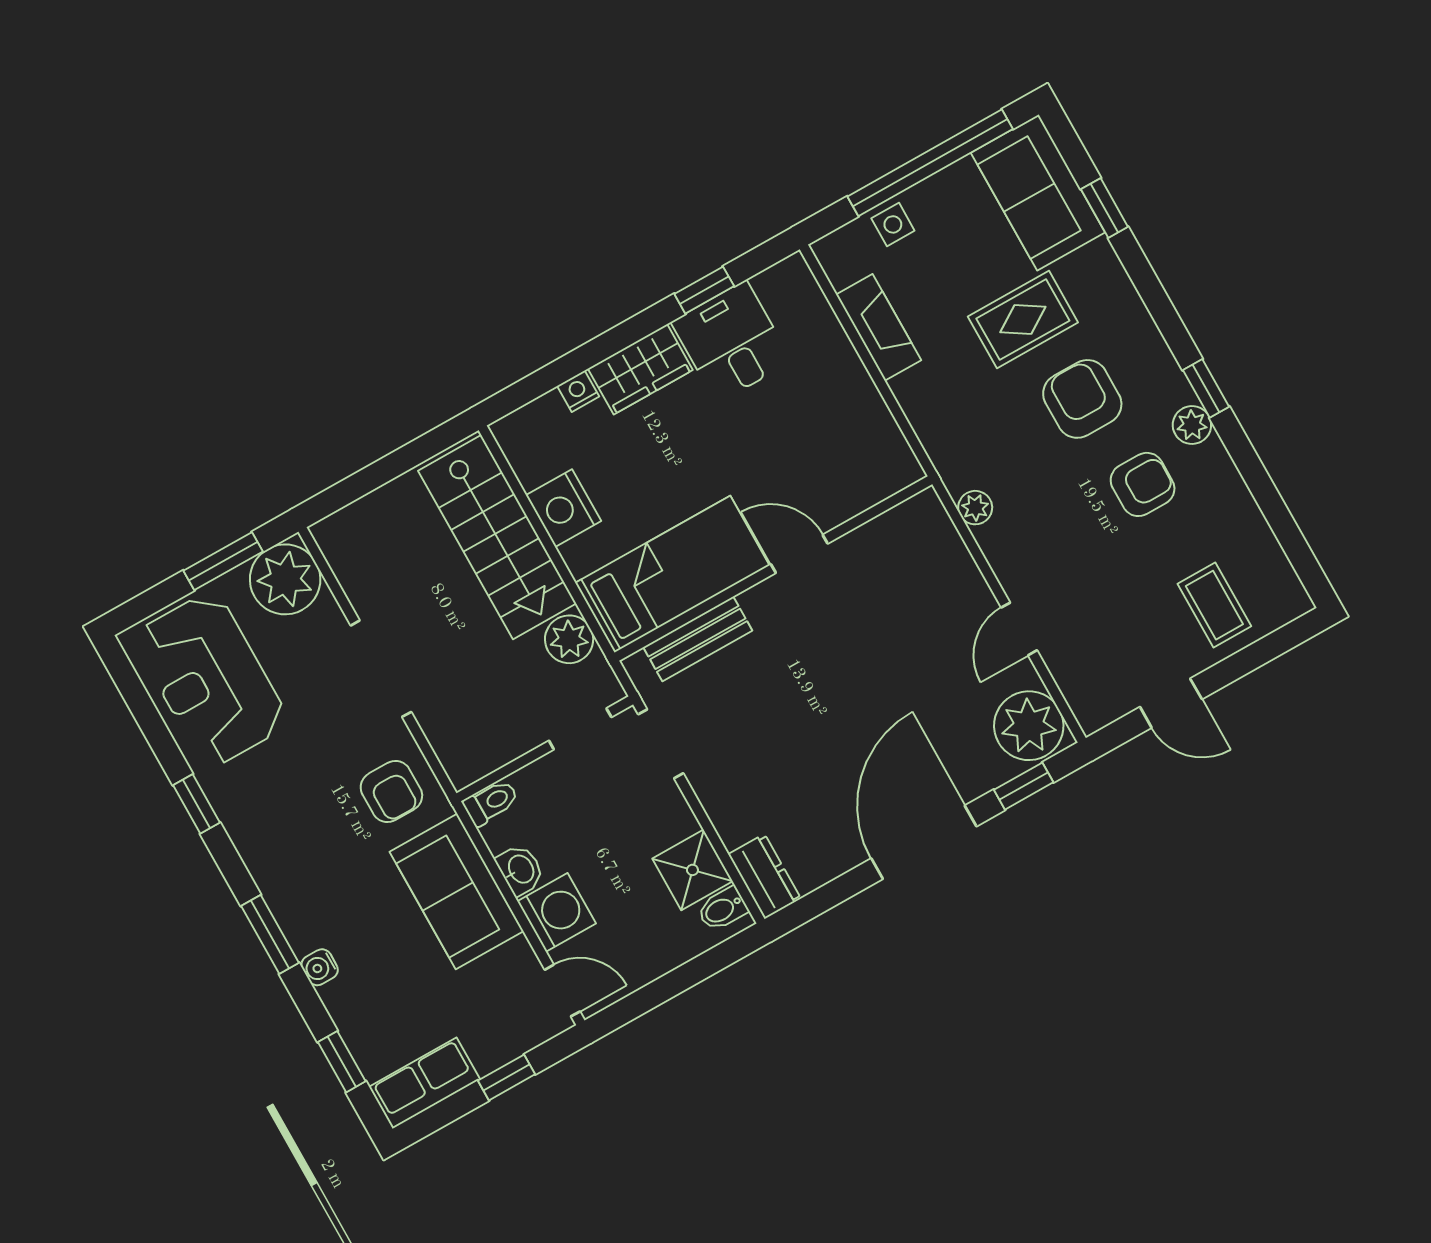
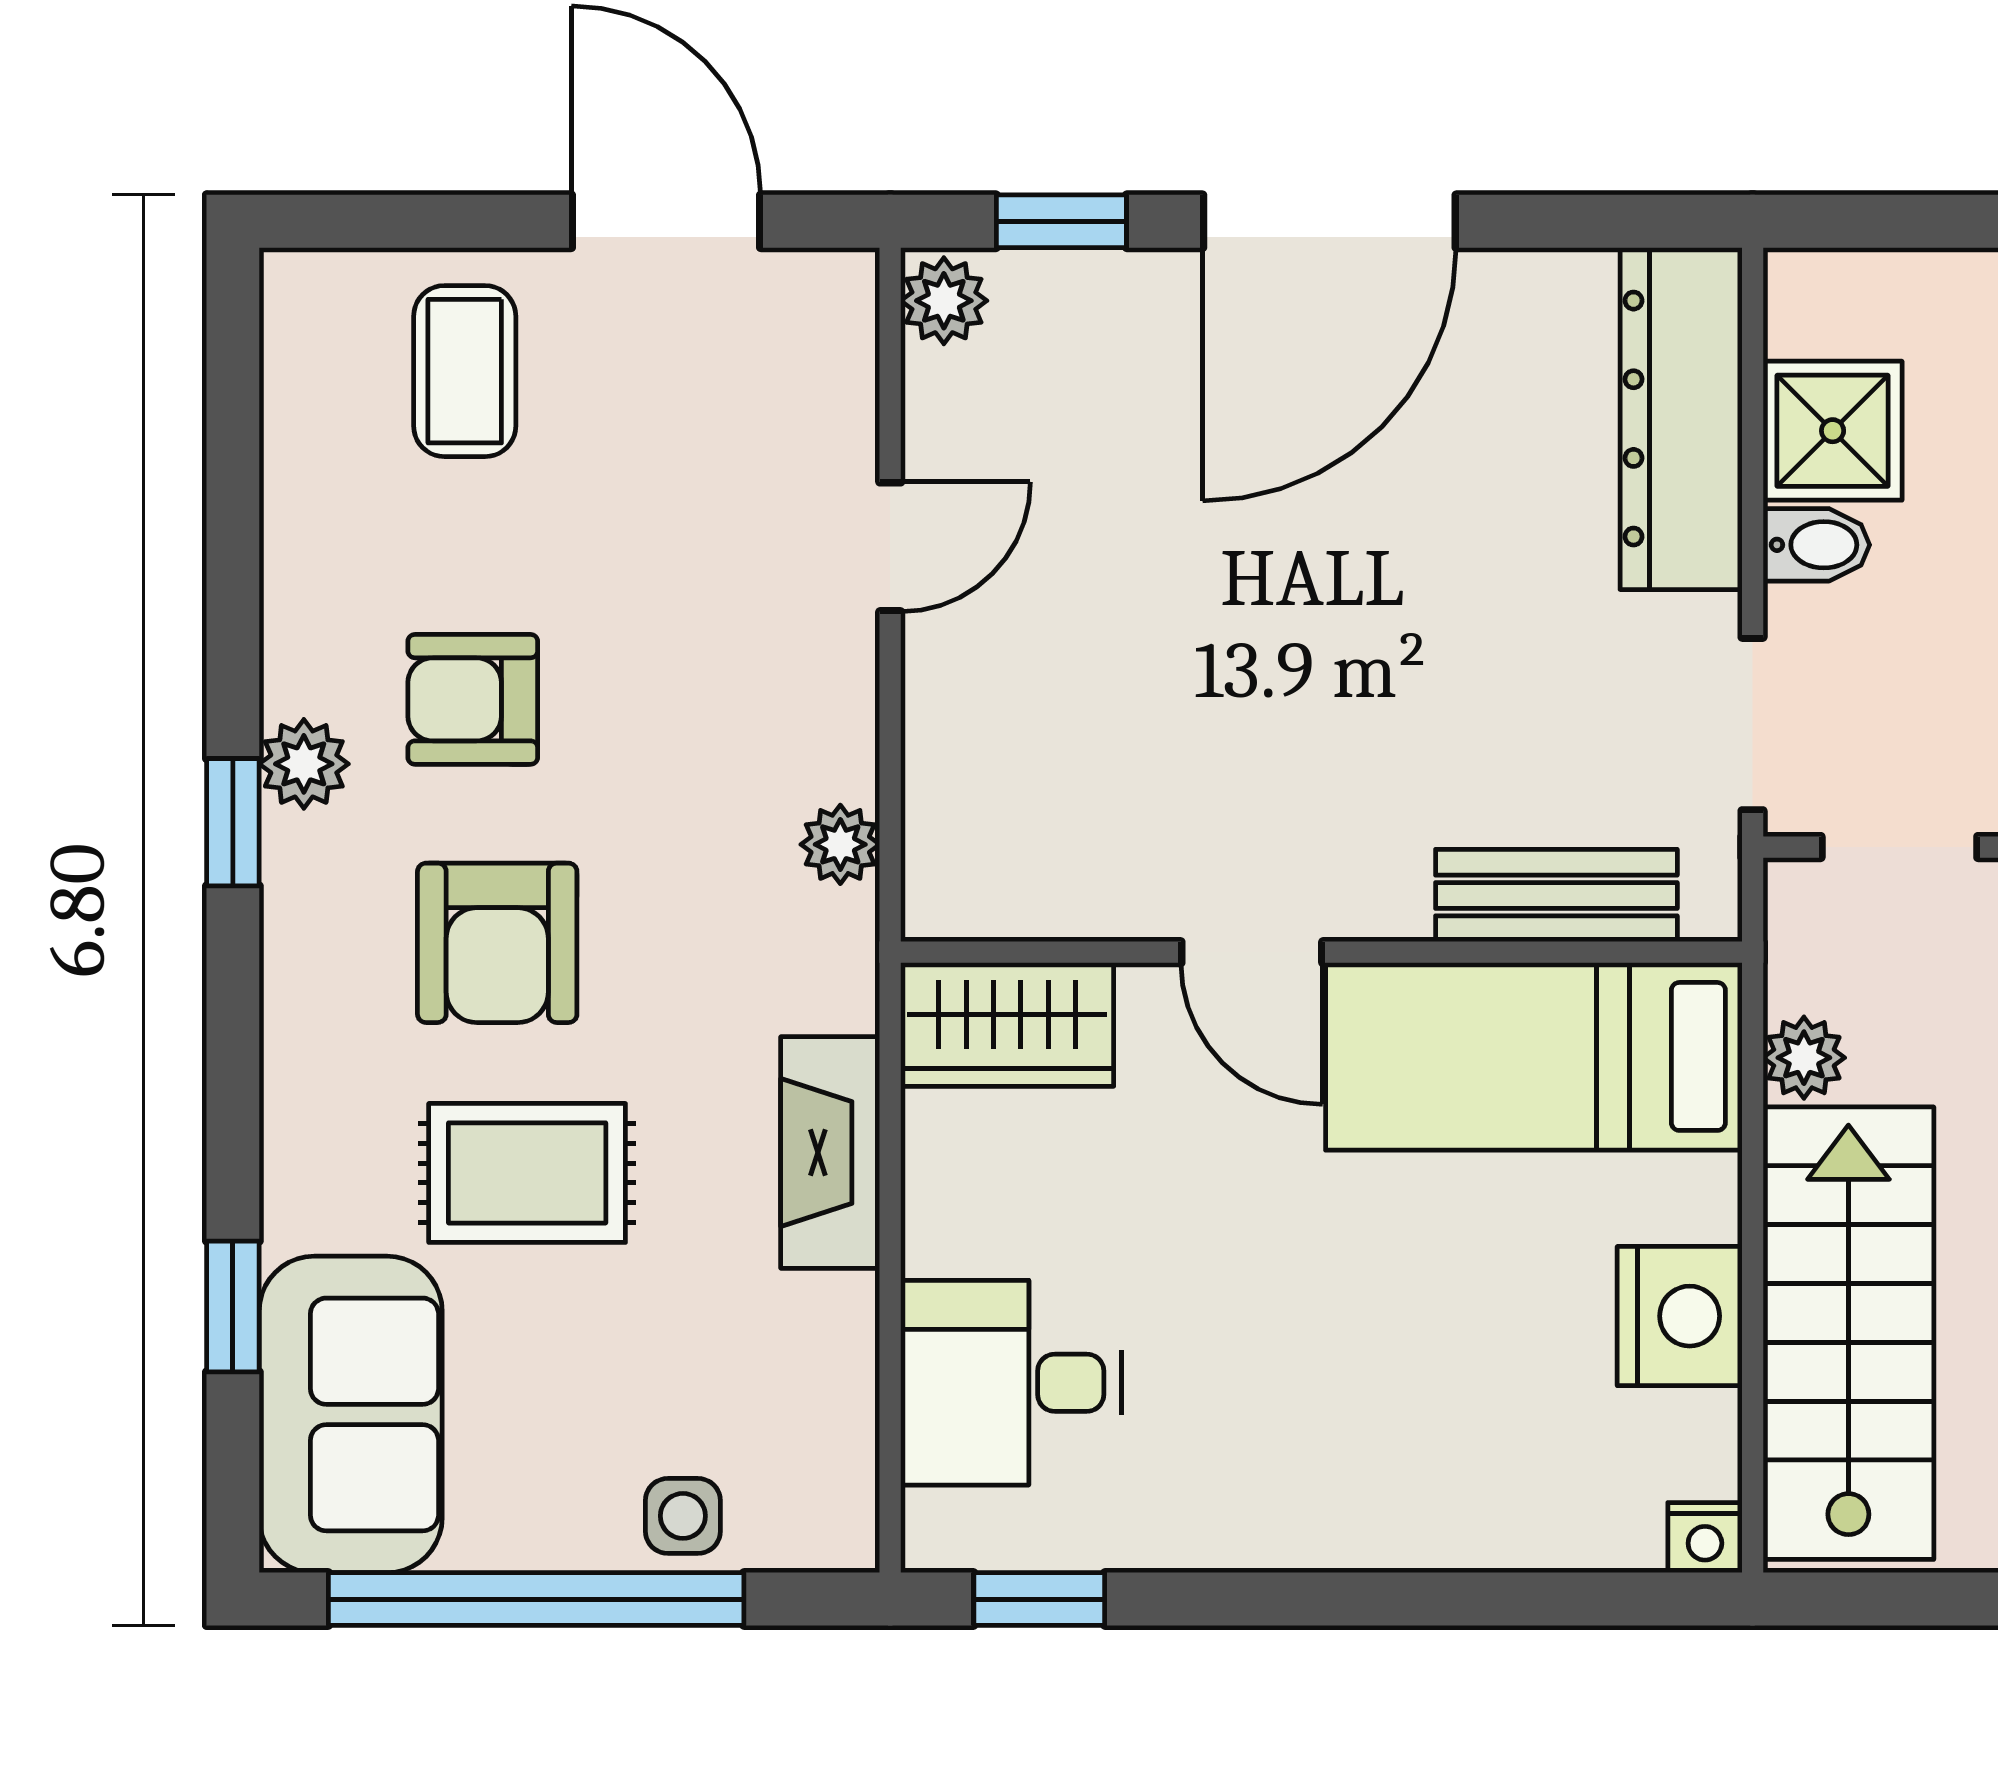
window: (704, 290) -> (1039, 1599), moved
fireplace: (879, 327) -> (830, 1152), moved
desk: (731, 342) -> (1011, 1383), moved, turned 90
wardrobe: (640, 369) -> (1007, 1025), moved, turned 180
nightstand: (578, 391) -> (1705, 1538), moved
plant: (569, 639) -> (1804, 1058), width x0.73, depth x0.73
door: (1171, 703) -> (666, 221), width x1.38
plant: (1029, 726) -> (944, 301), width x0.53, depth x0.53
dresser: (765, 876) -> (1681, 419), width x1.96, depth x1.24
bidet: (722, 909) -> (1816, 545), moved

